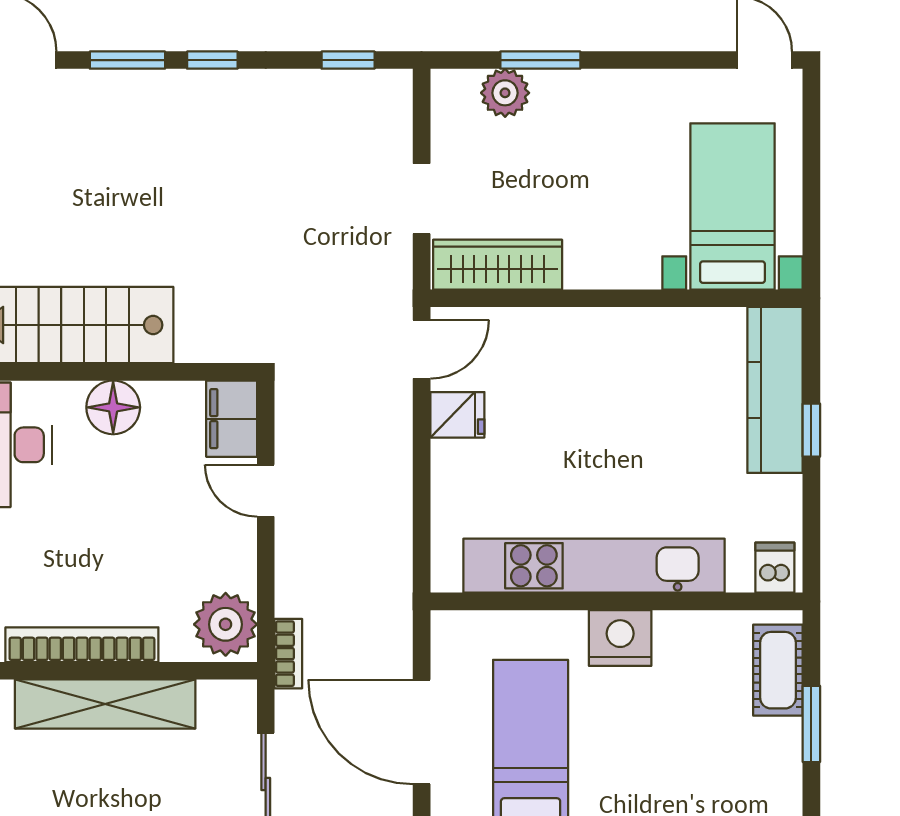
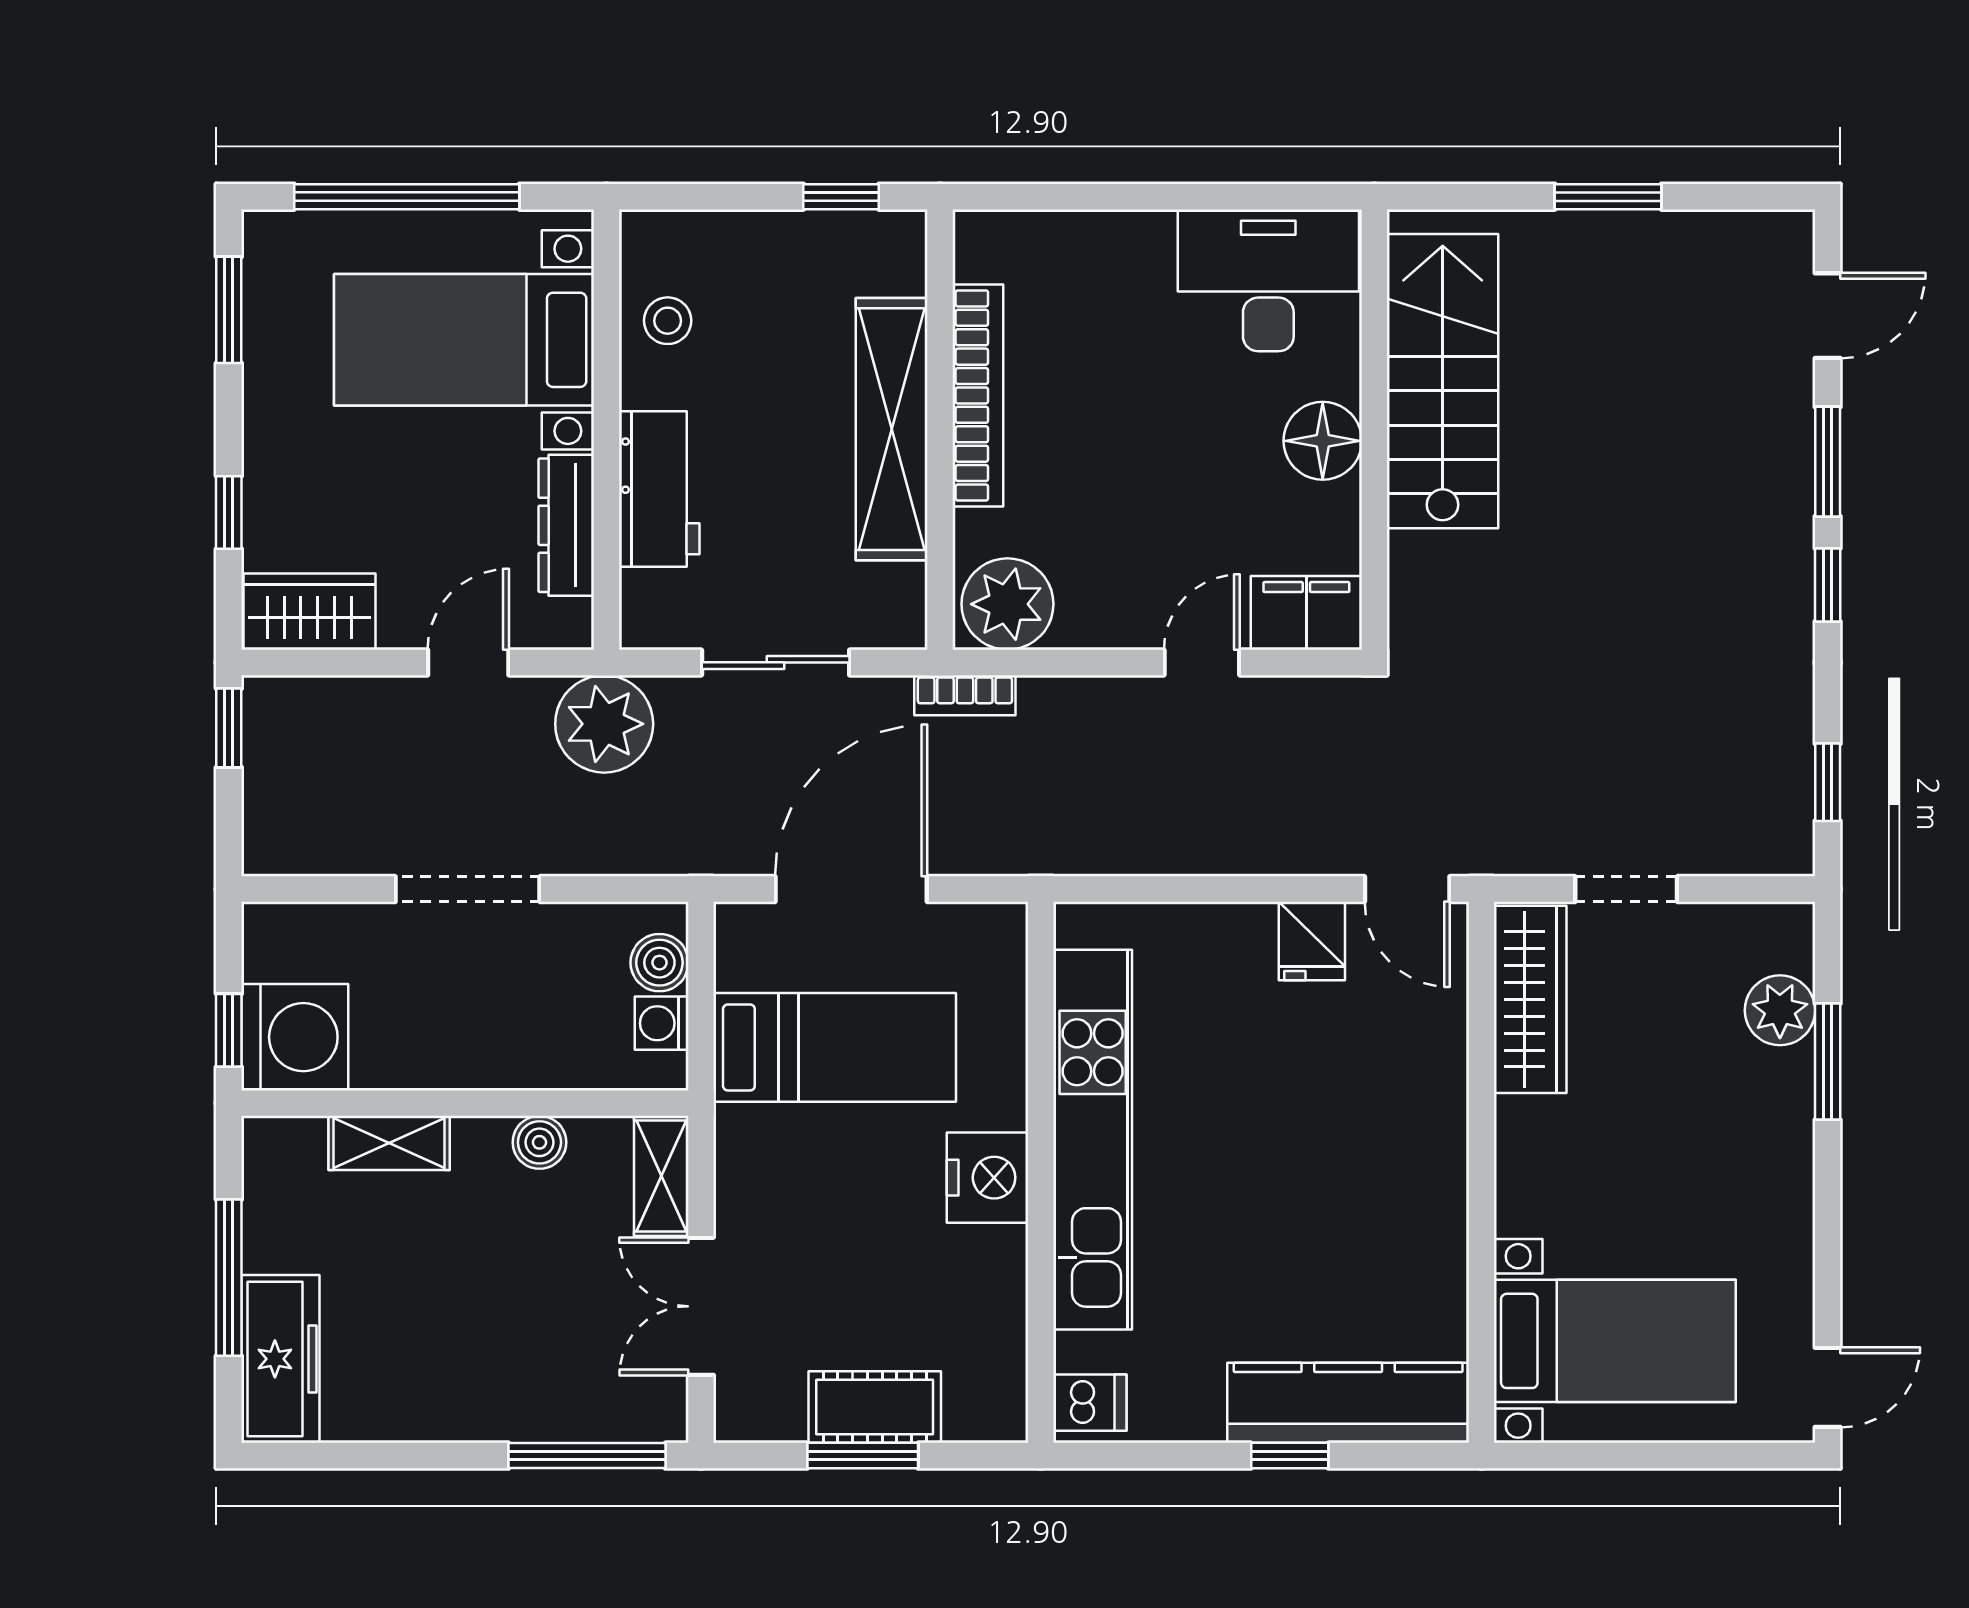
cot: (778, 670) -> (875, 1407), moved

